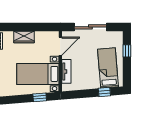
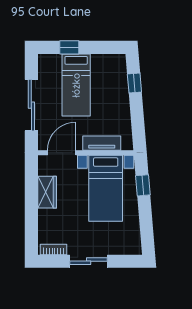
wardrobe: (24, 37) -> (47, 192), moved
door: (60, 46) -> (62, 153), hinge flipped
bed: (108, 68) -> (76, 85), moved, turned -85

